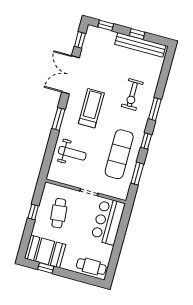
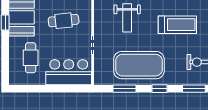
exercise mat: (119, 154) -> (139, 65), width x1.47
cafe table: (91, 267) -> (31, 58), moved

